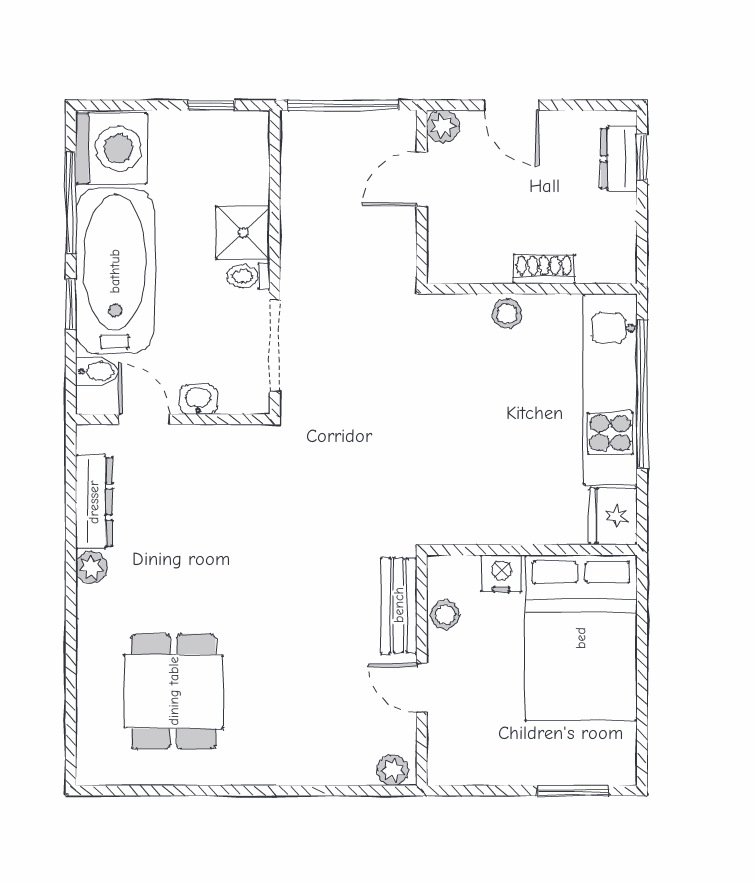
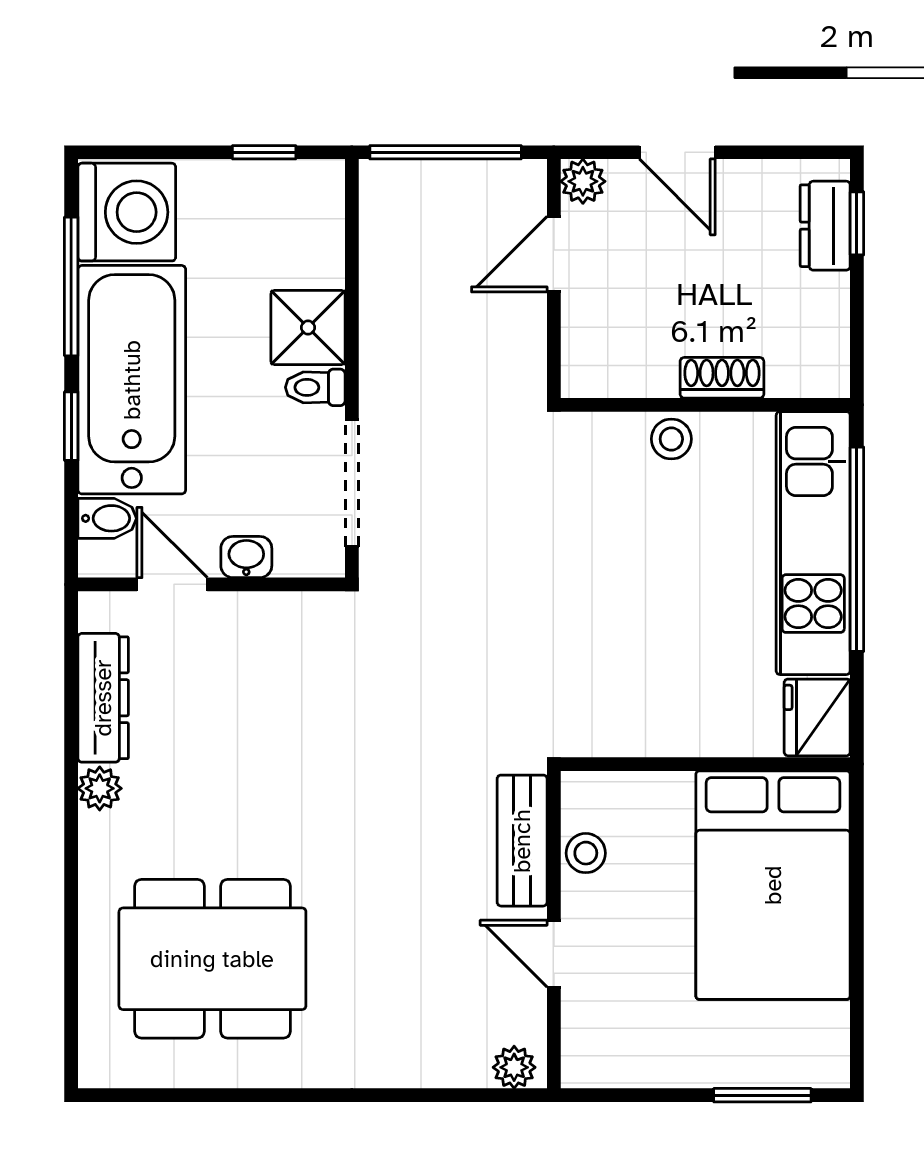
nightstand: (501, 573) -> (664, 796), removed
dining table: (174, 691) -> (212, 959), width x1.38

